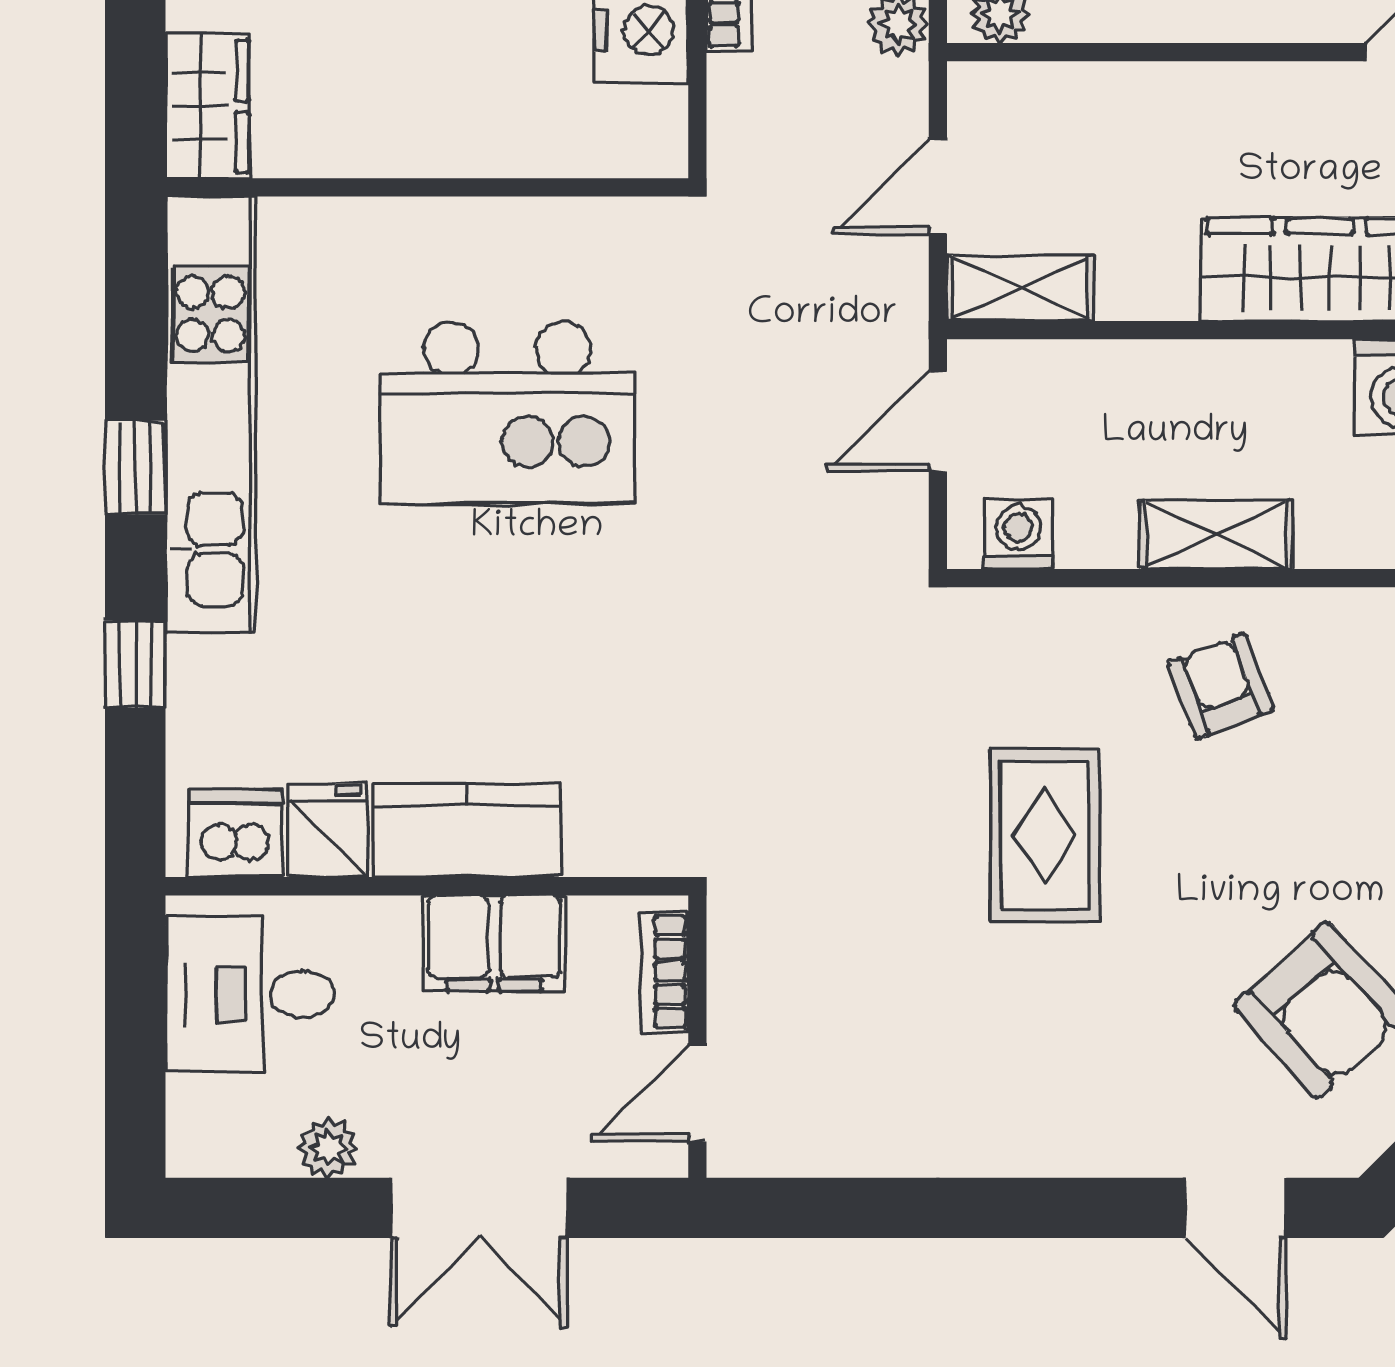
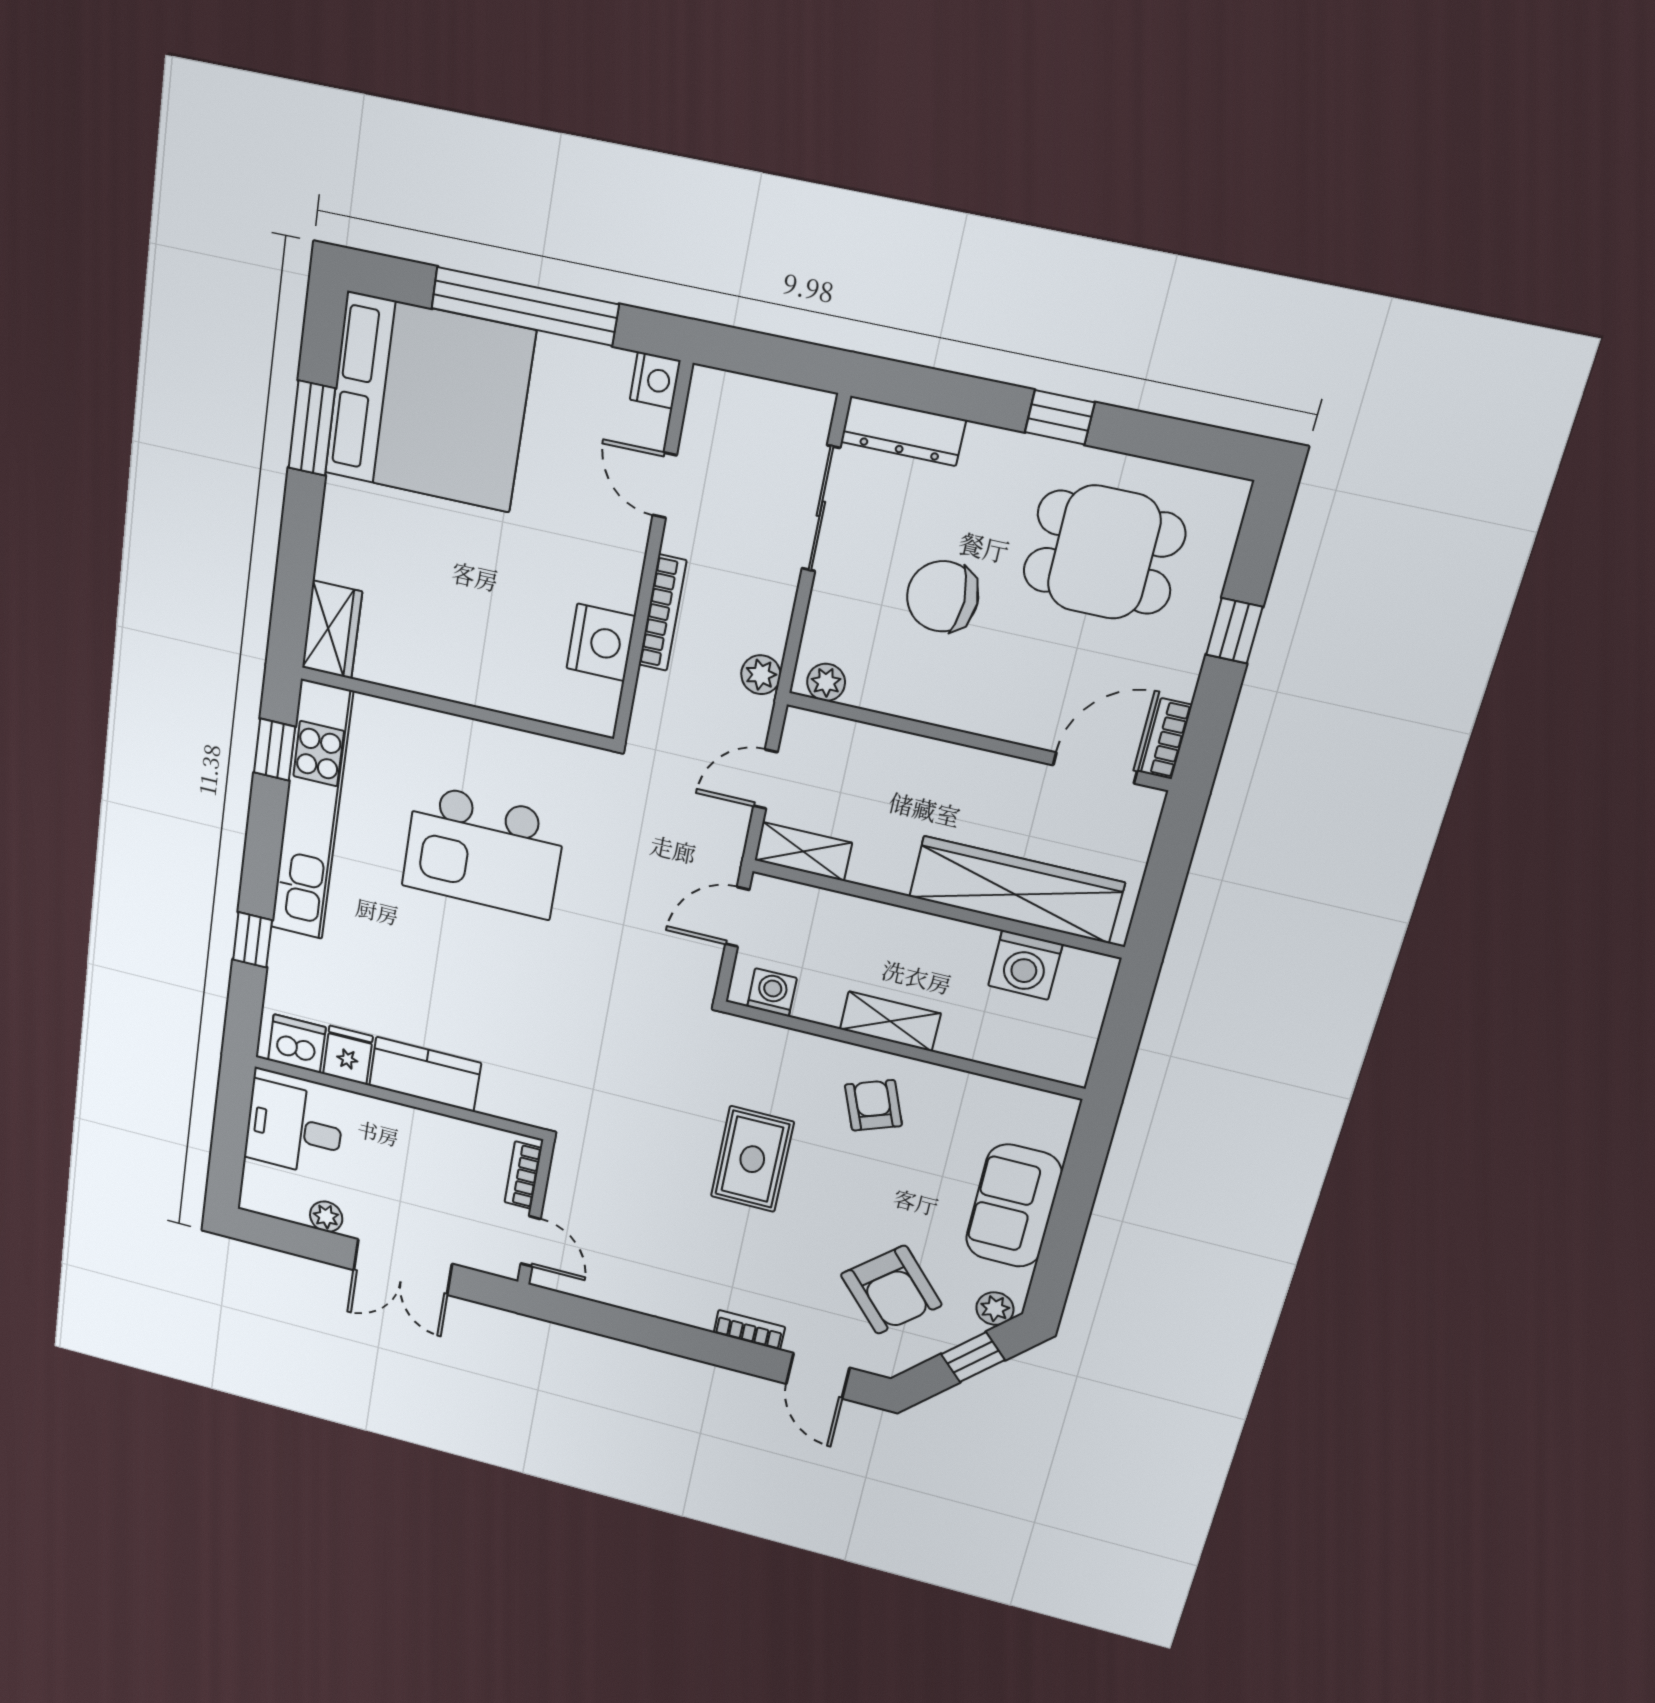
window: (135, 468) -> (275, 750), moved
filing cabinet: (494, 943) -> (431, 1137), removed
door: (697, 1093) -> (531, 1241), swing flipped
bookcase: (1103, 1154) -> (749, 1330), added

